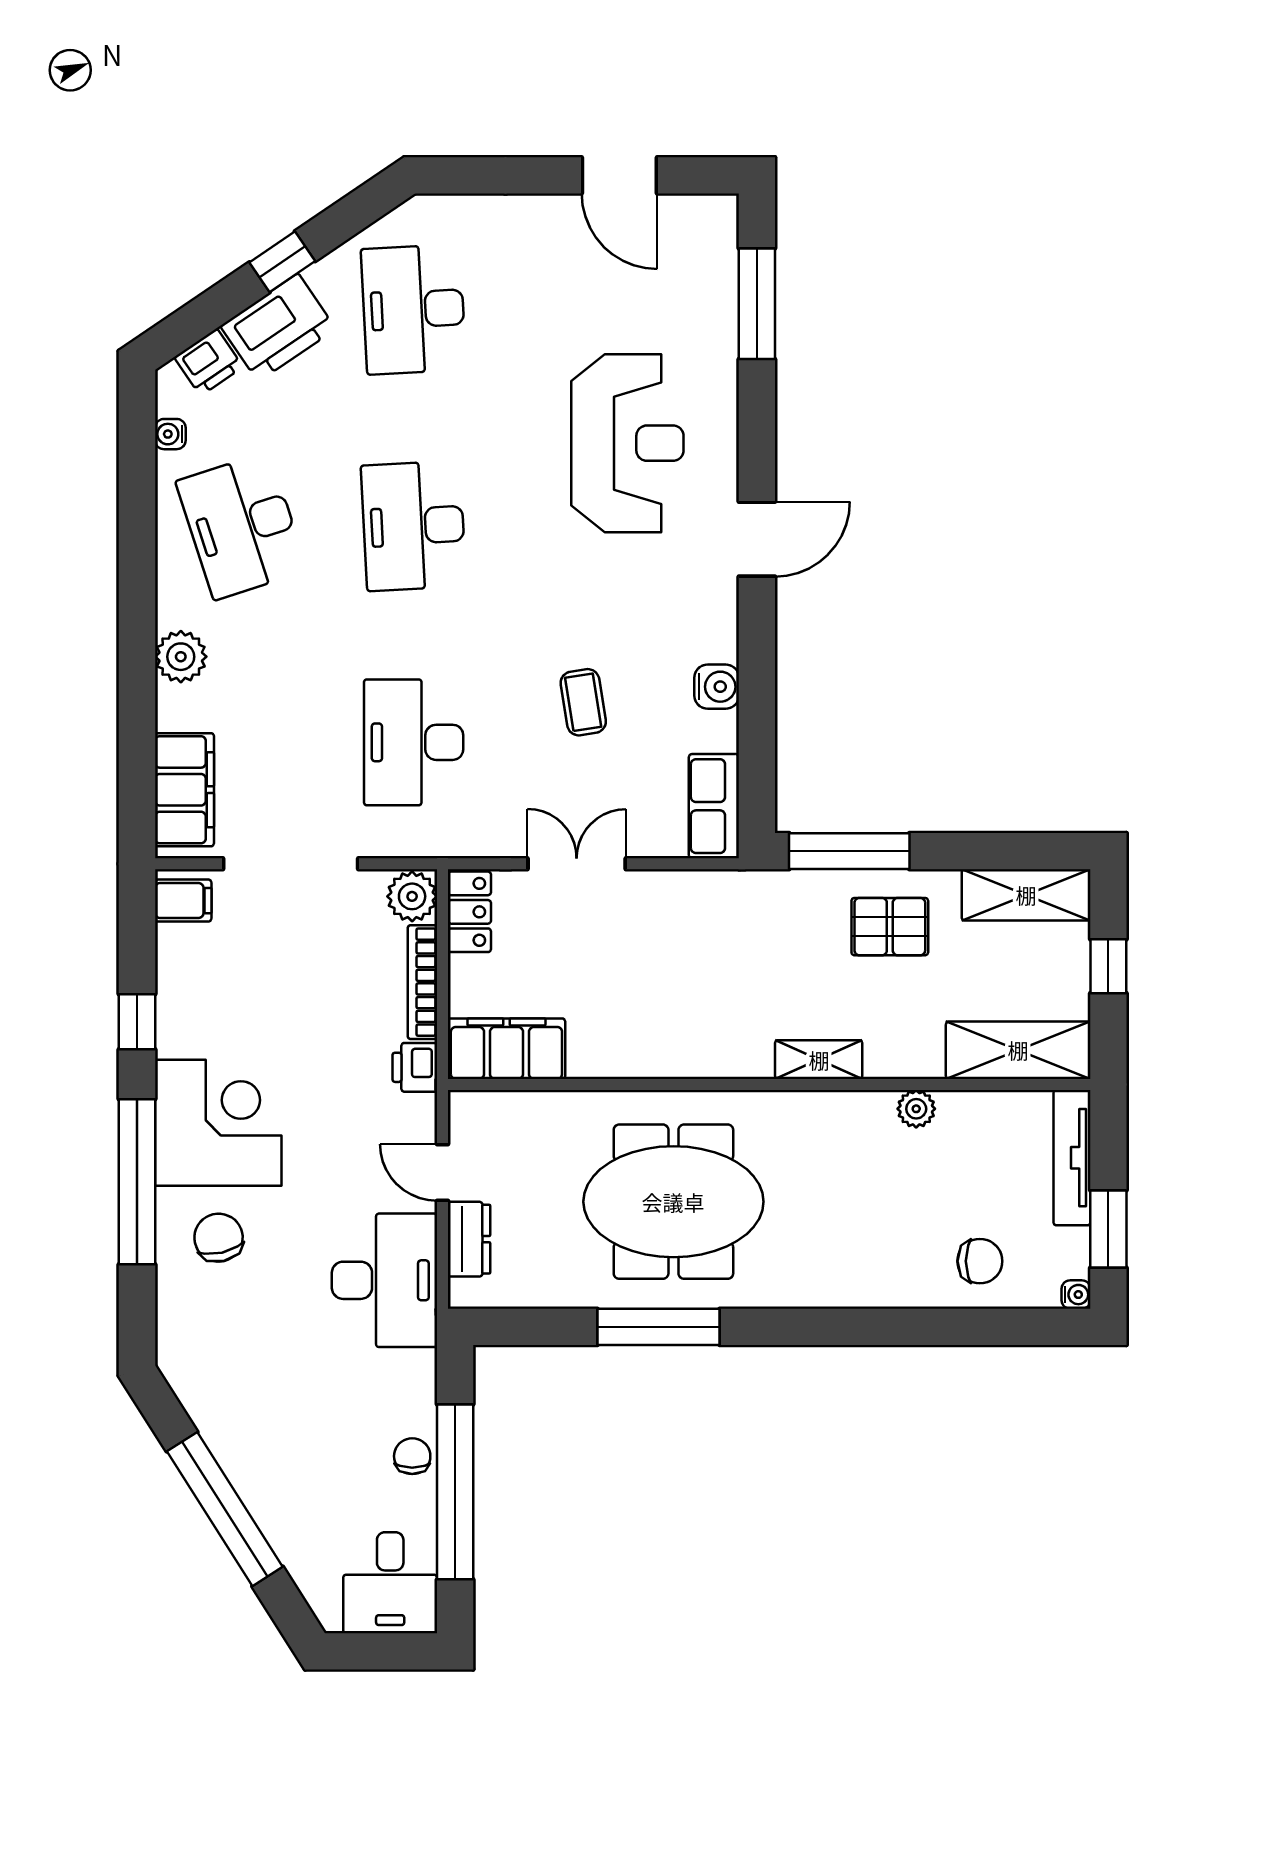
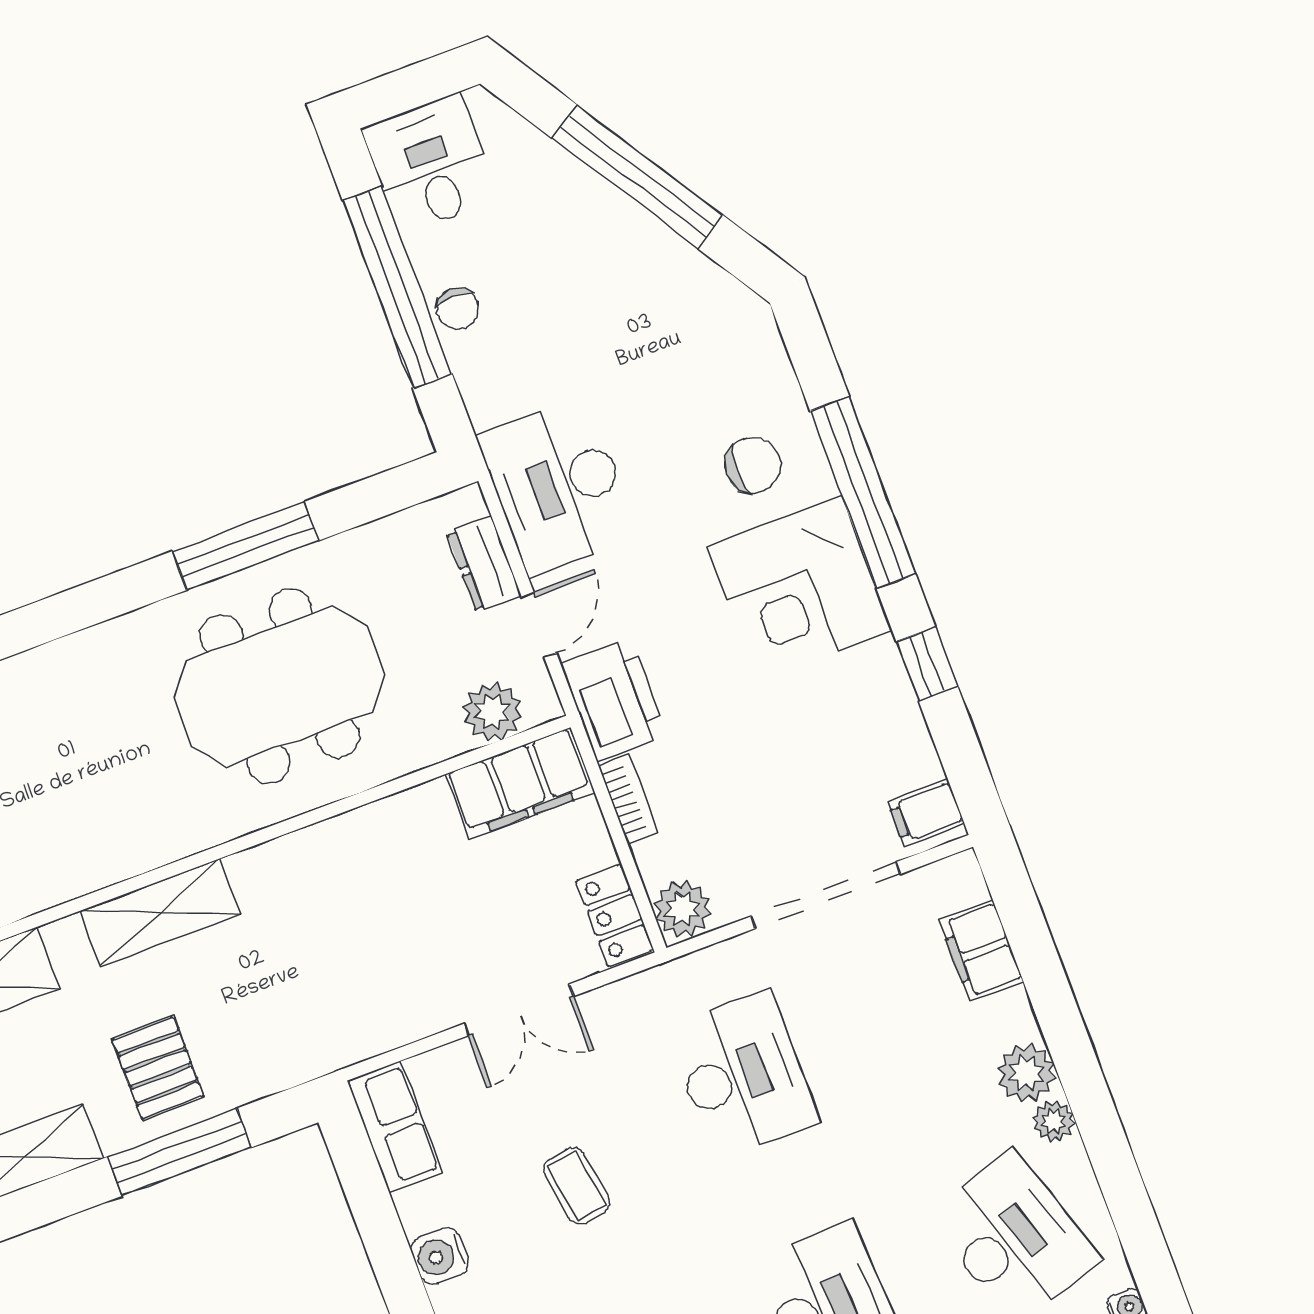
plant: (173, 609) -> (1054, 1121), added
filing cabinet: (184, 790) -> (981, 951), width x0.67, depth x0.86
window: (849, 851) -> (179, 1152), moved
pallet: (890, 927) -> (158, 1068), turned 90
bookcase: (422, 982) -> (629, 799), width x0.64
shelving: (819, 1060) -> (160, 913), width x1.50, depth x1.33
printer: (415, 1067) -> (614, 699), width x1.87, depth x1.48
plant: (916, 1109) -> (492, 712), moved, width x1.38, depth x1.38
door: (442, 1173) -> (539, 625), hinge flipped
chair: (219, 1238) -> (753, 465), turned -77

